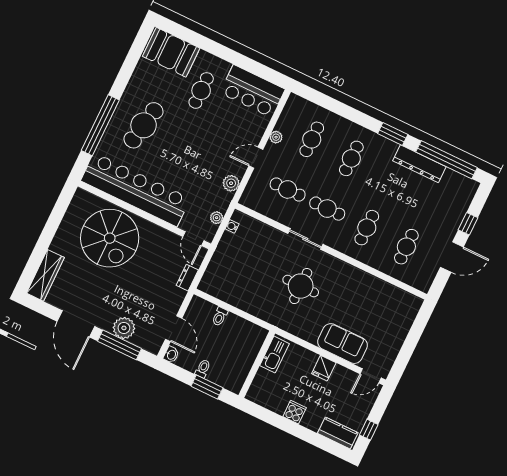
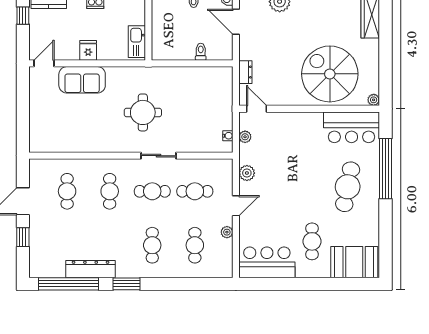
bar counter: (136, 190) -> (352, 127), width x0.54
plant: (81, 195) -> (374, 100), added

